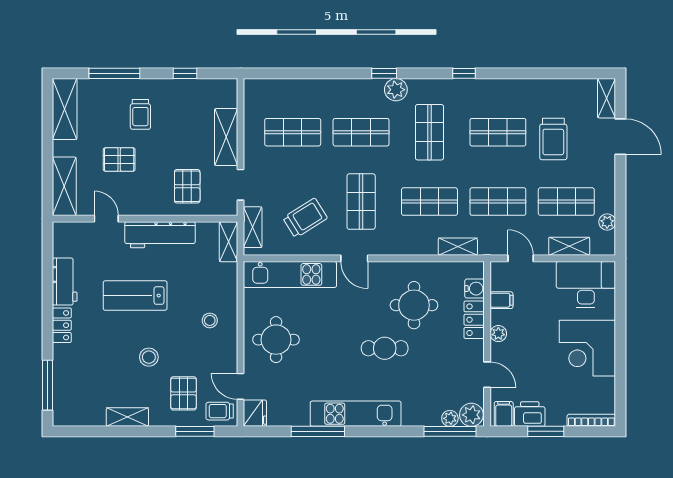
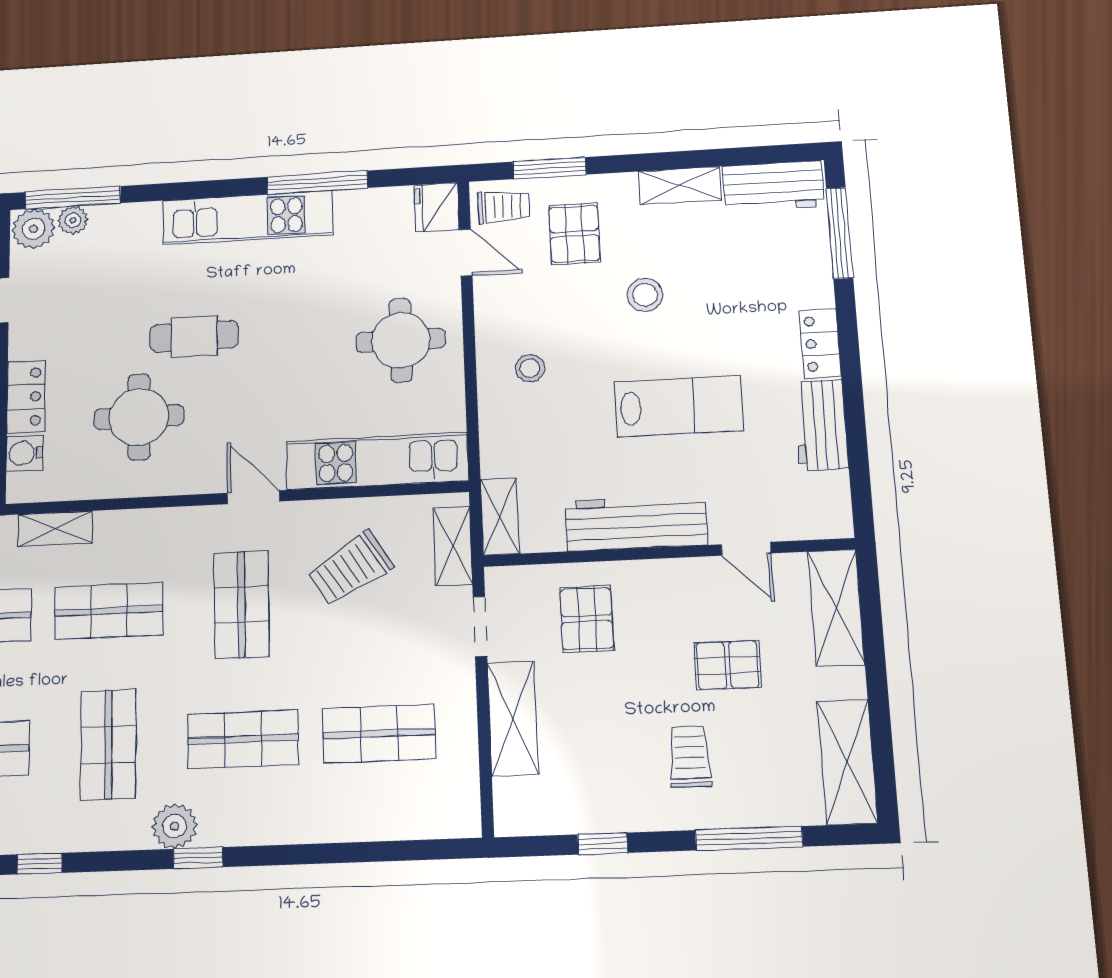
workbench: (79, 413) -> (773, 186), added

